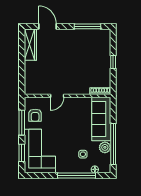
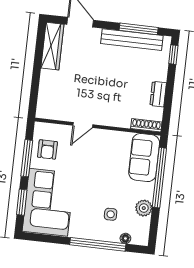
bench: (84, 34) -> (132, 40), added
window: (113, 62) -> (173, 55), moved
dresser: (106, 69) -> (158, 94), added
sofa: (101, 119) -> (144, 158), width x0.73
window: (113, 144) -> (159, 178), moved

